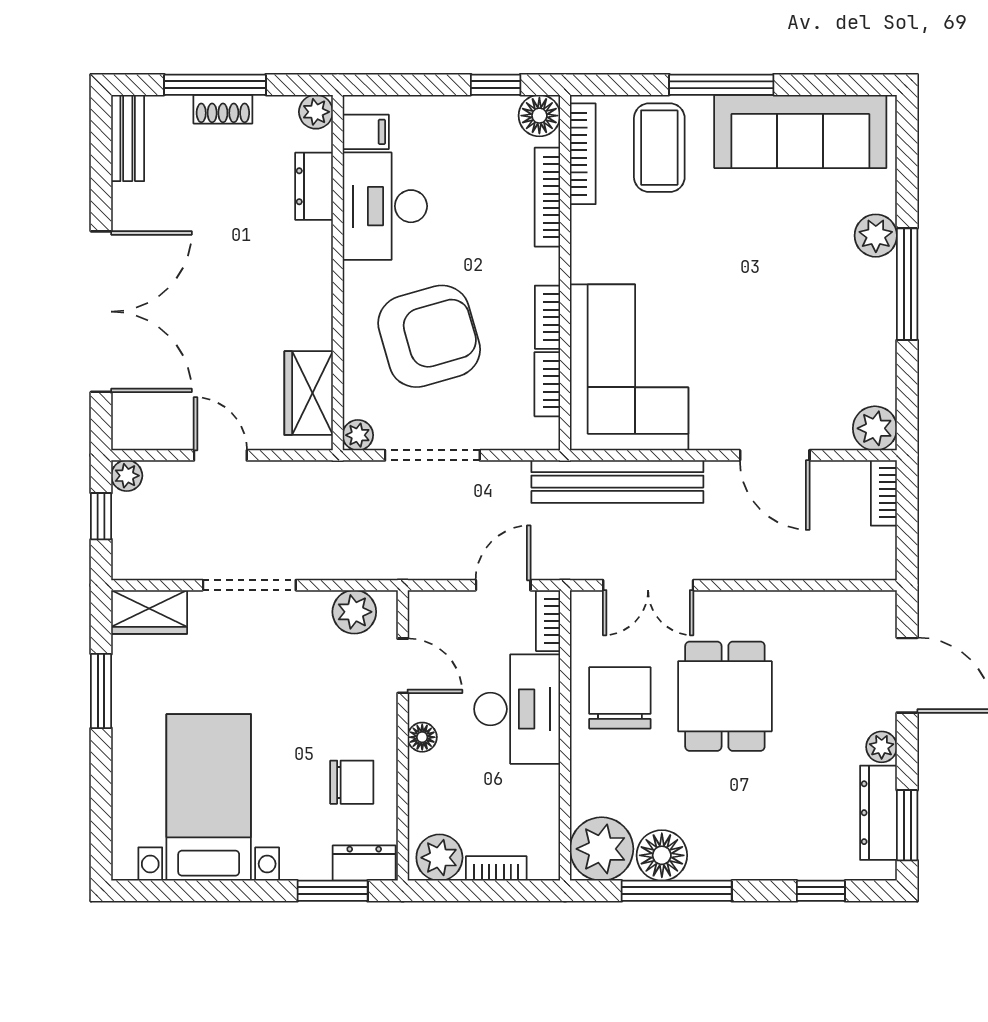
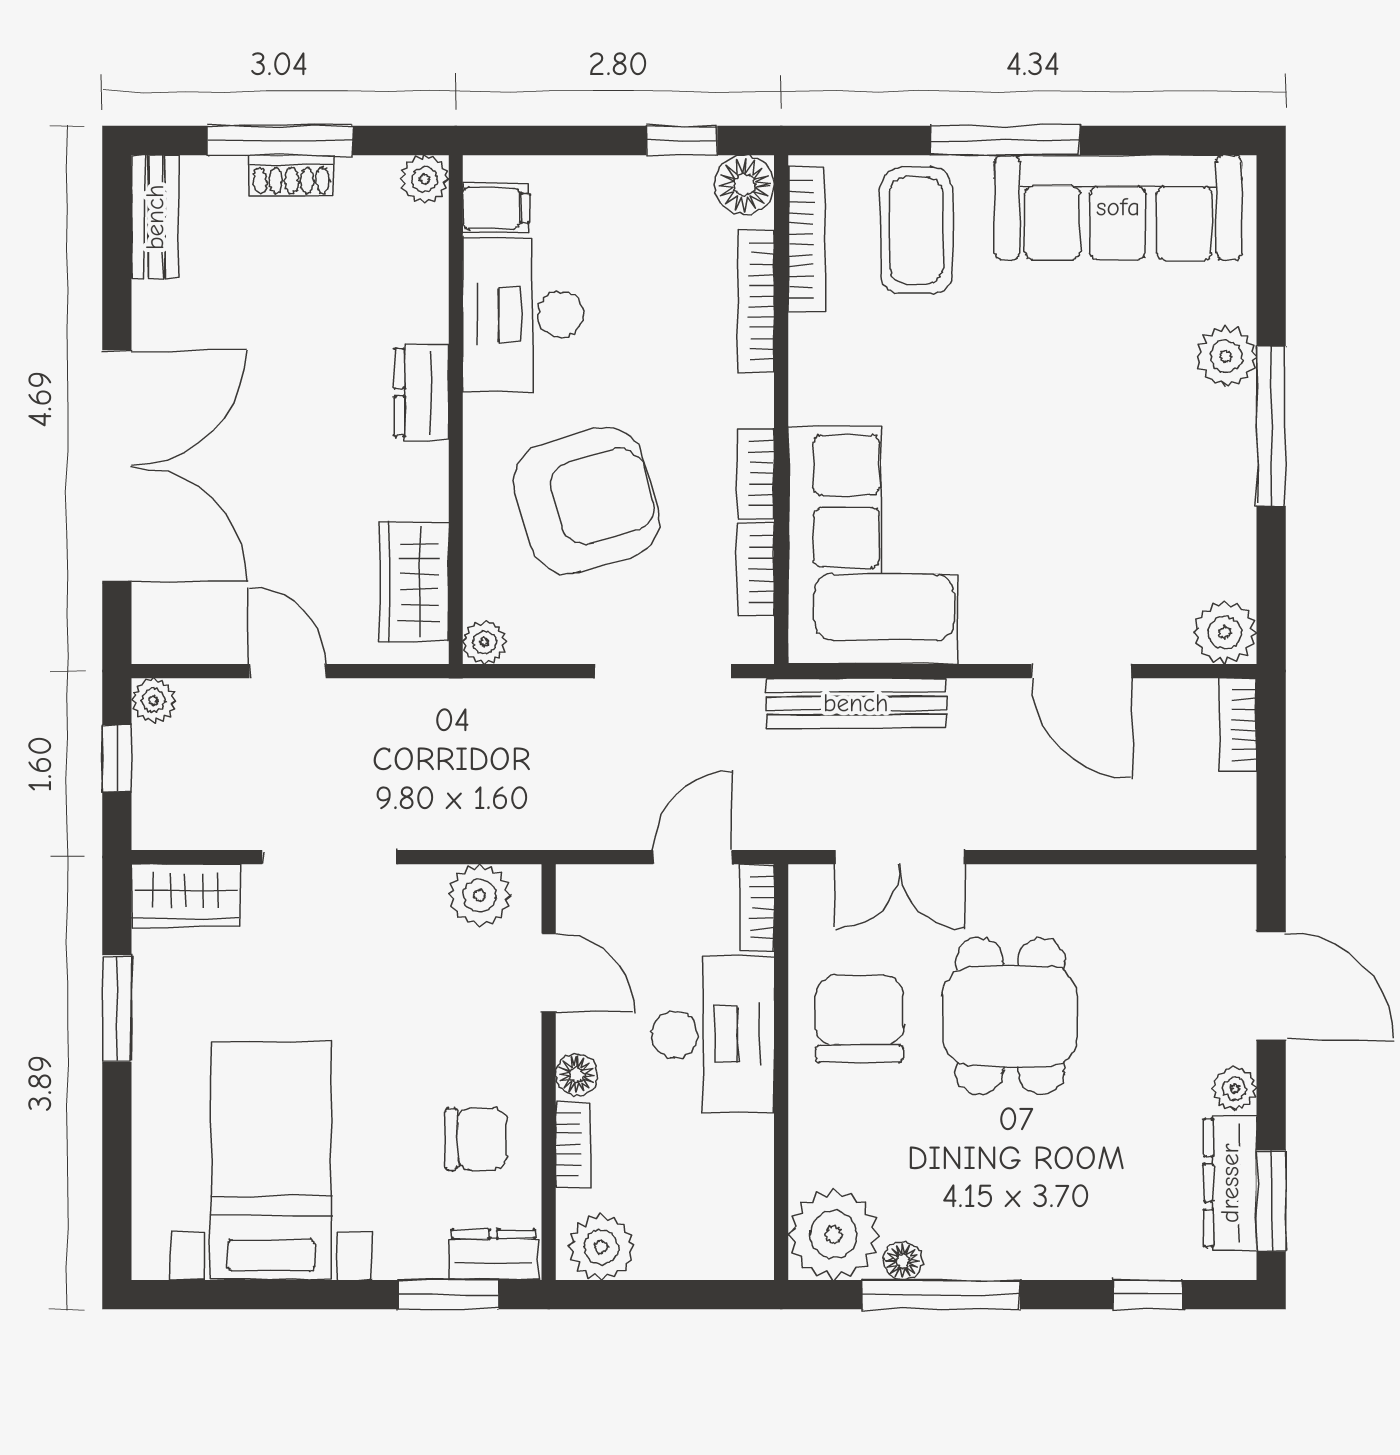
dresser: (314, 186) -> (422, 392), moved
doorway: (432, 455) -> (663, 671), moved
bench: (617, 482) -> (856, 703), width x0.73, depth x0.82
floor lamp: (662, 855) -> (903, 1261), width x0.53, depth x0.53
bookcase: (496, 868) -> (573, 1144), moved, turned 90

